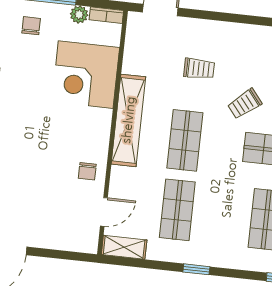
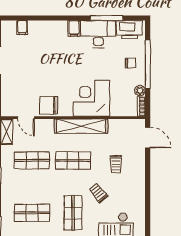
corner desk: (86, 75) -> (91, 98), moved
chair: (87, 171) -> (49, 105), width x1.87, depth x1.87

